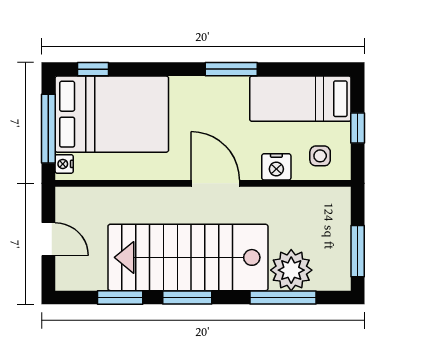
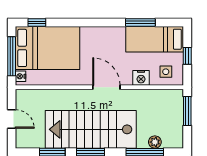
window: (231, 69) -> (140, 22), moved
window: (358, 251) -> (187, 111), moved
plant: (291, 270) -> (155, 142), width x0.53, depth x0.53

